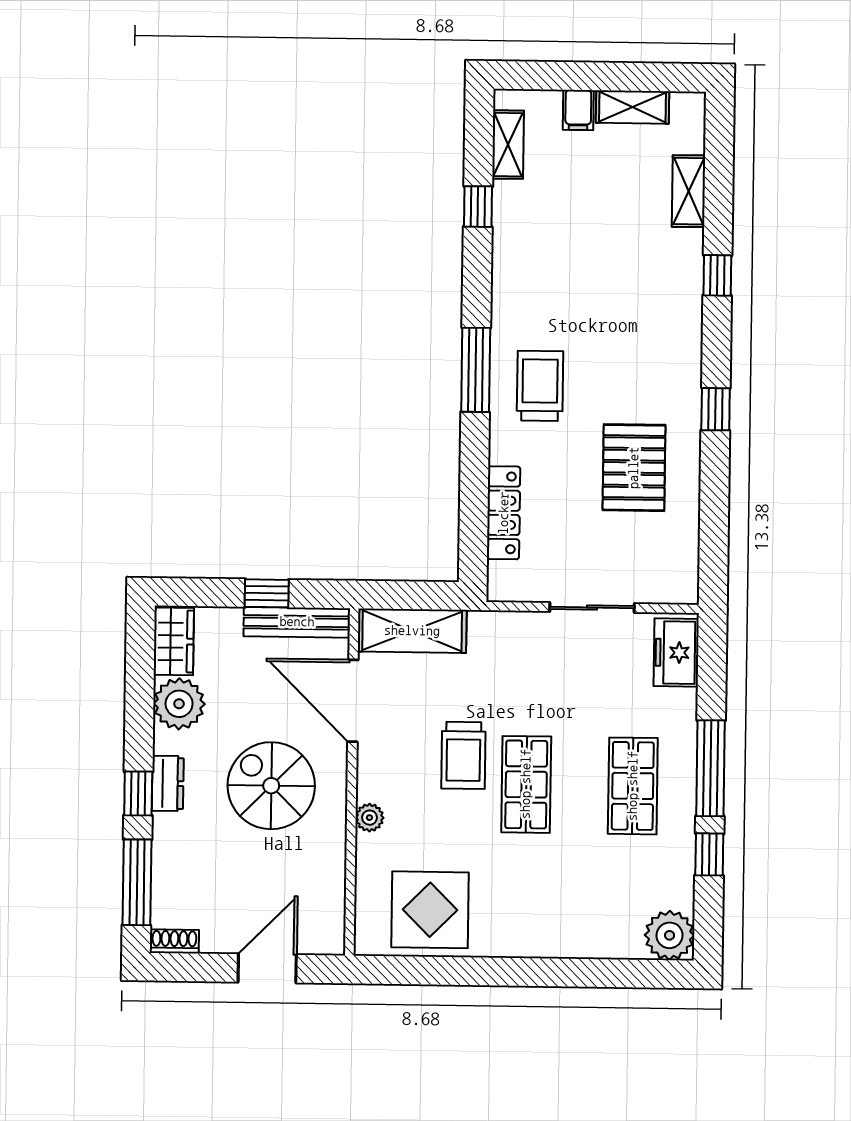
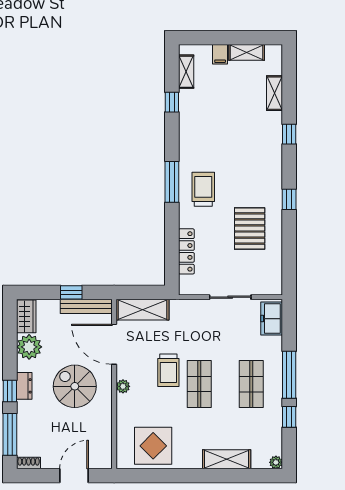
plant: (369, 818) -> (123, 386), moved
plant: (670, 935) -> (276, 462), width x0.53, depth x0.53
shelving: (580, 939) -> (227, 459), added

